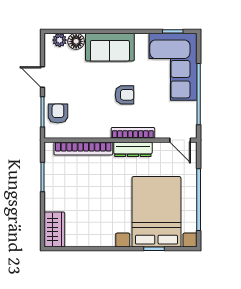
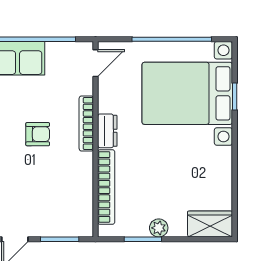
armchair: (125, 95) -> (38, 134), turned 90
armchair: (58, 114) -> (62, 219), removed
dresser: (133, 149) -> (107, 131), width x0.70
plant: (51, 189) -> (159, 228), added

